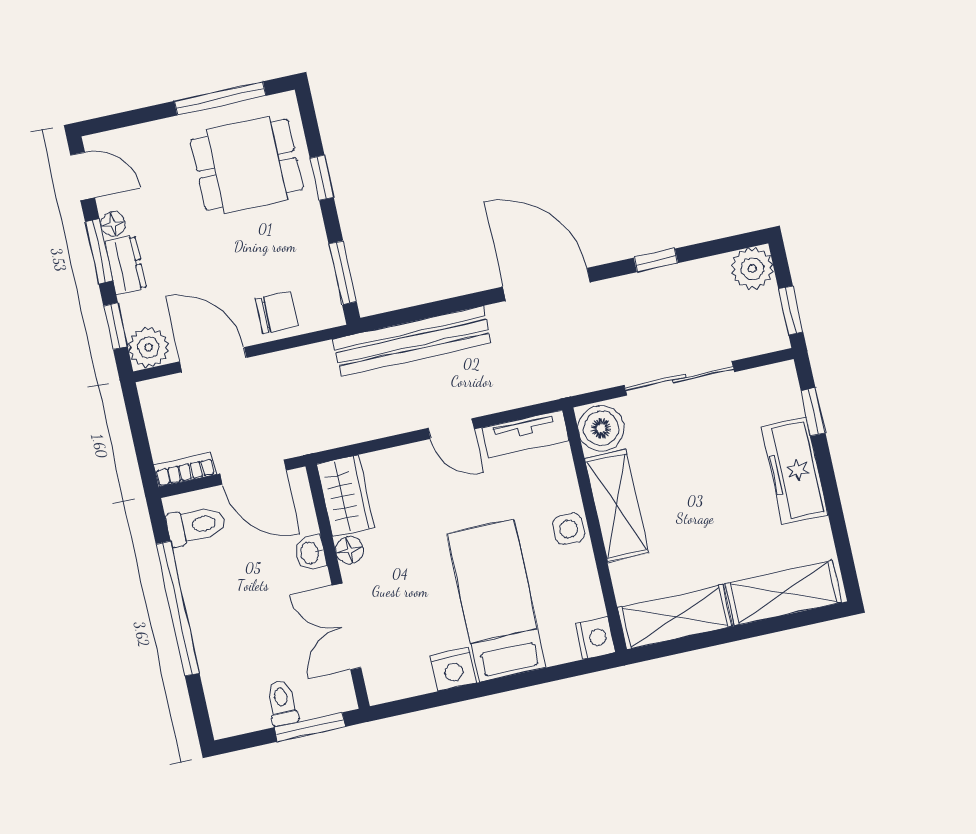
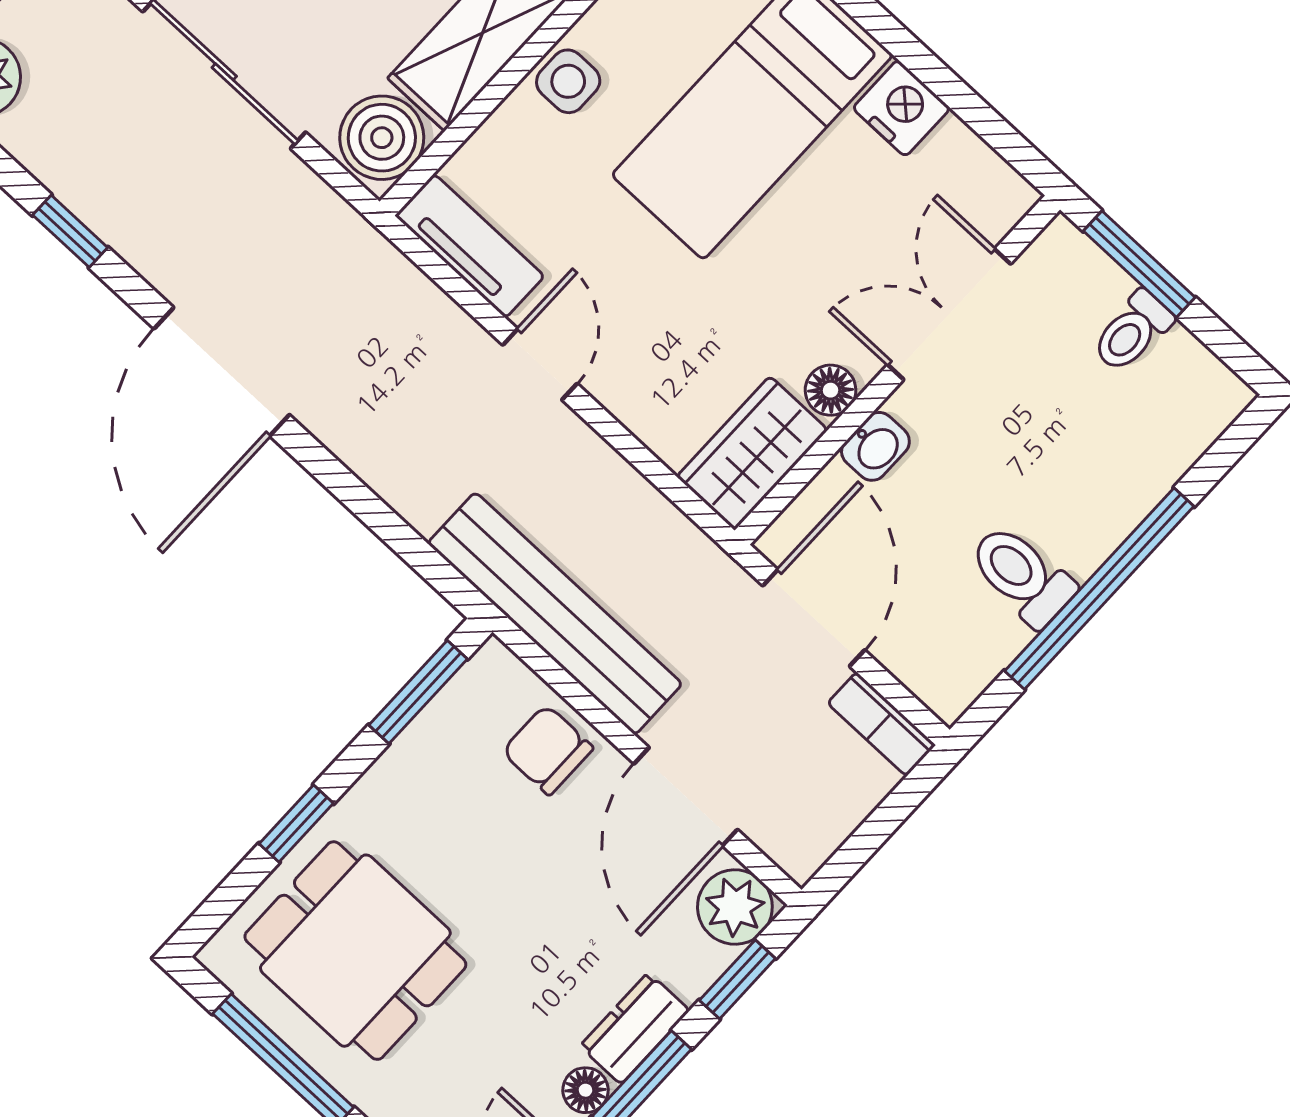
bench: (412, 341) -> (555, 614), moved
toilet: (196, 525) -> (1022, 575), moved
double door: (347, 627) -> (949, 314), swing flipped

